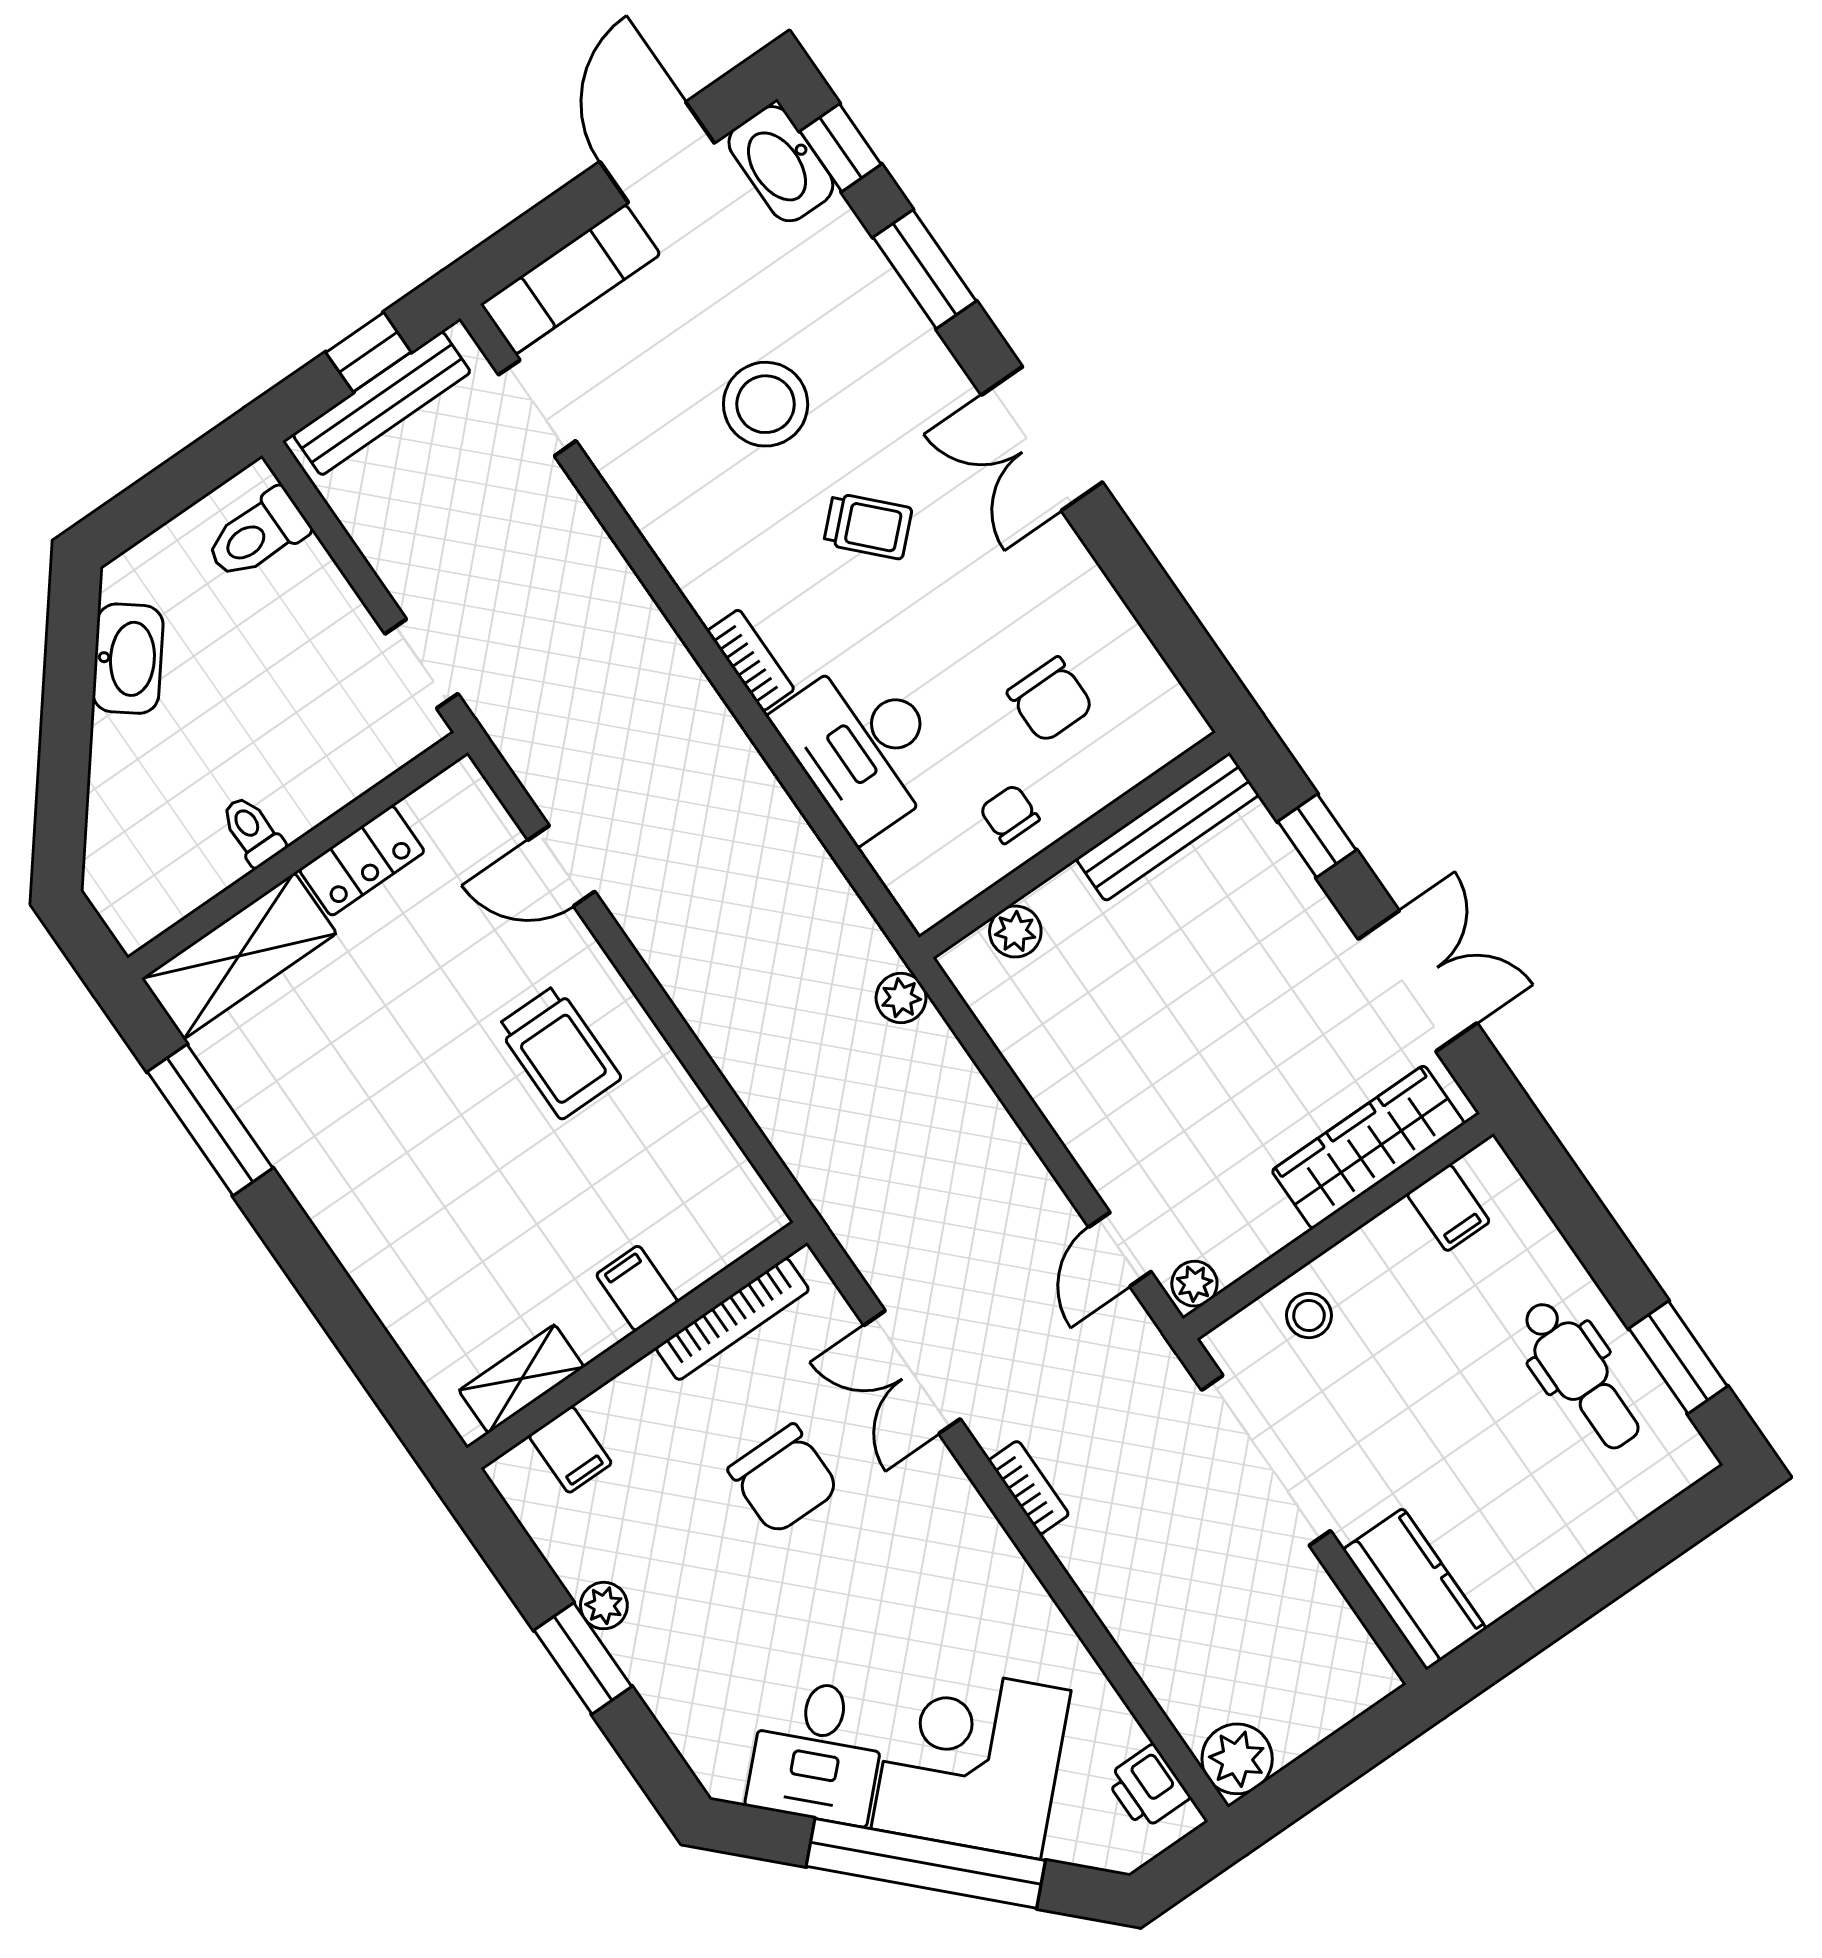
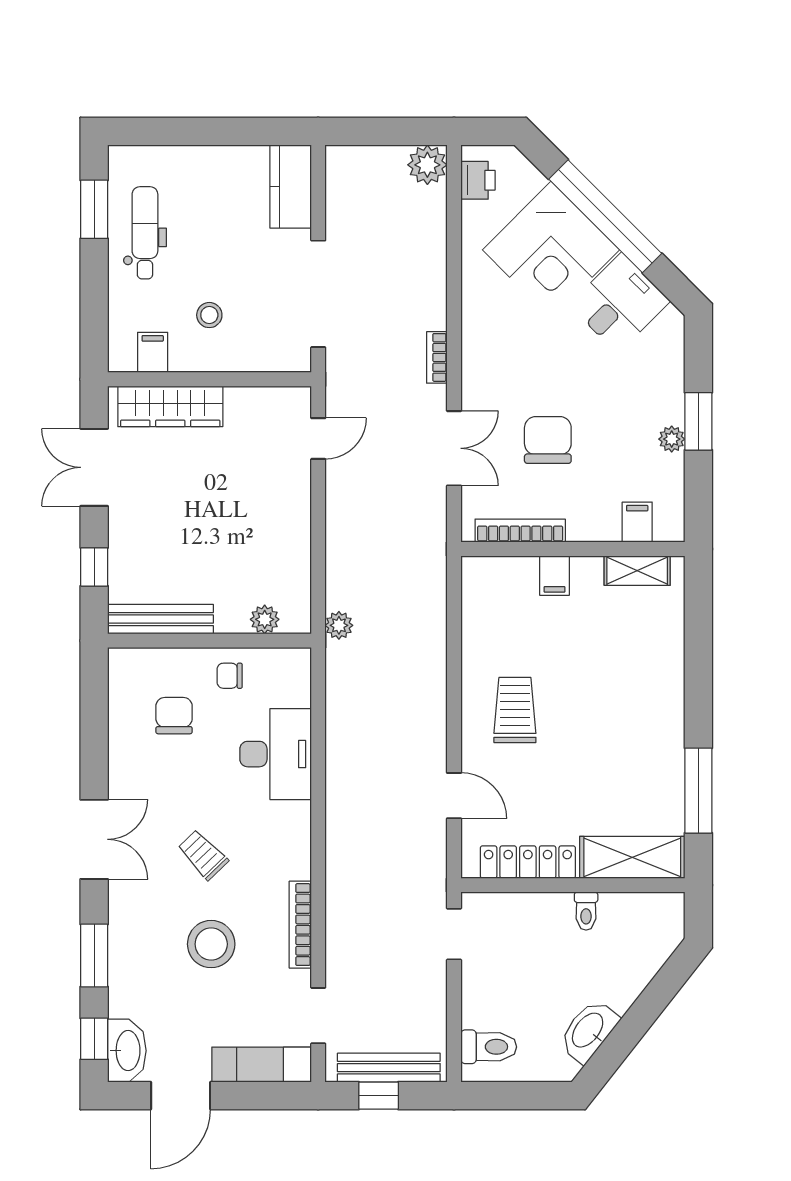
bookcase: (751, 660) -> (300, 925), moved, width x1.56
chair: (1010, 814) -> (230, 676), turned 90
locker: (362, 861) -> (528, 862), width x1.53
plant: (1194, 1284) -> (295, 399), removed
stool: (1309, 1315) -> (209, 315), moved

